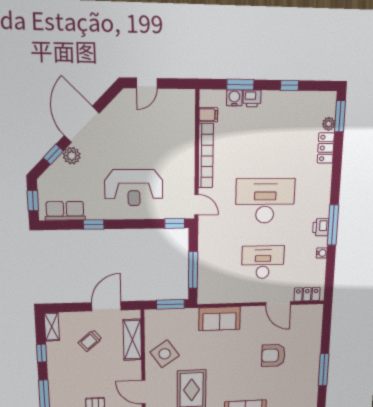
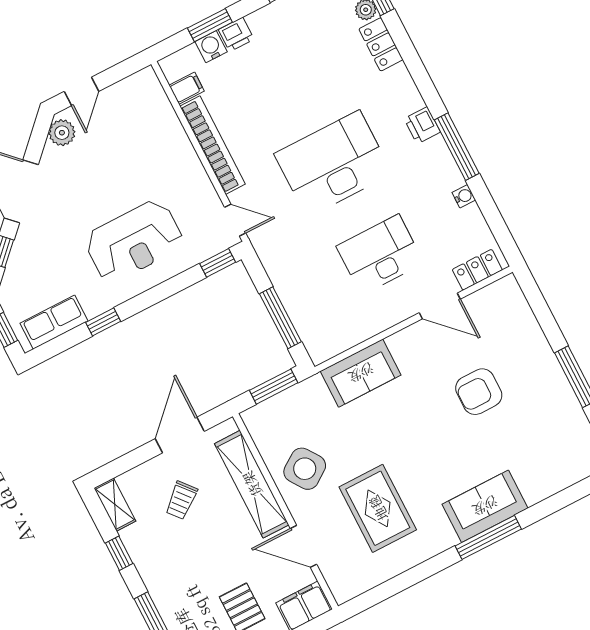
plant: (72, 156) -> (62, 133), moved
printer: (321, 227) -> (422, 125), moved
shelving: (132, 340) -> (252, 484), width x1.47

